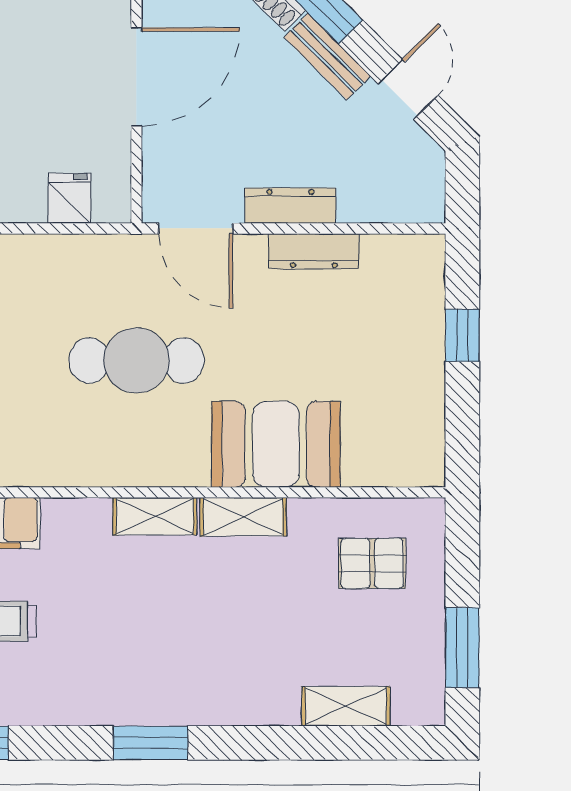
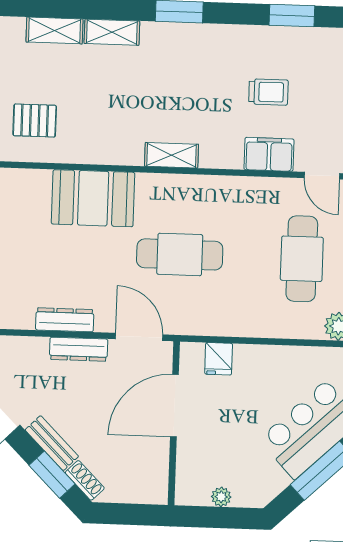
door: (136, 77) -> (174, 406), moved
shelving: (243, 517) -> (112, 32), moved

